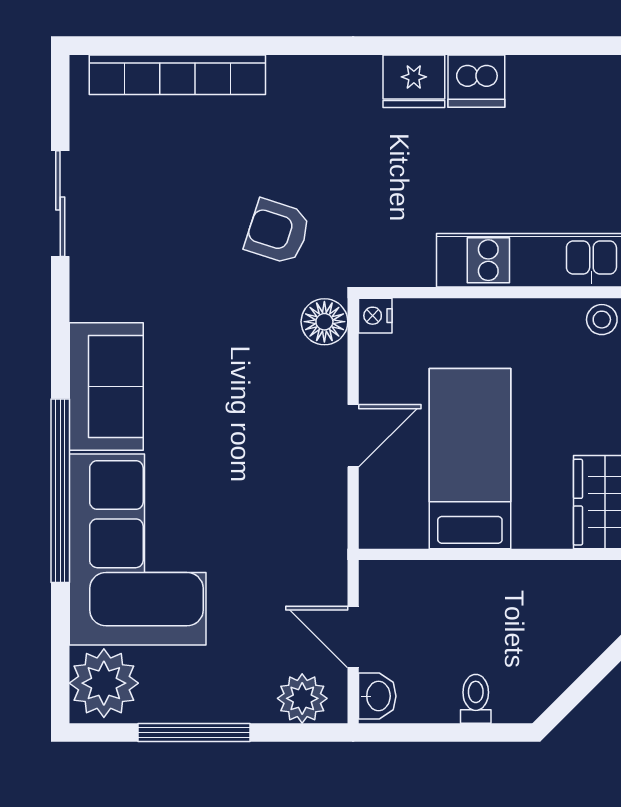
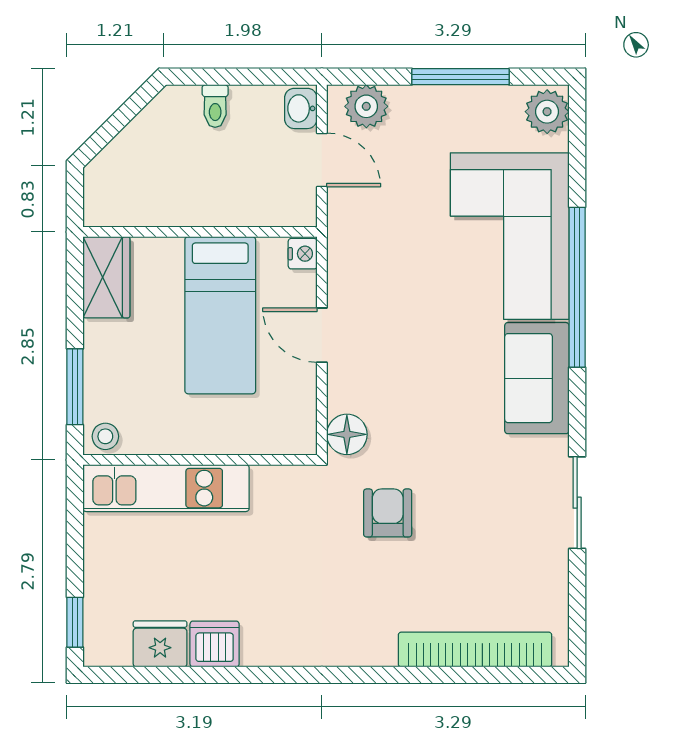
fridge: (414, 81) -> (160, 644), moved
sliding door: (60, 204) -> (577, 503), moved
armchair: (278, 232) -> (388, 513), turned -108
nightstand: (375, 316) -> (303, 254), moved
door: (353, 436) -> (322, 335), hinge flipped
plant: (104, 683) -> (547, 112), width x0.73, depth x0.73

